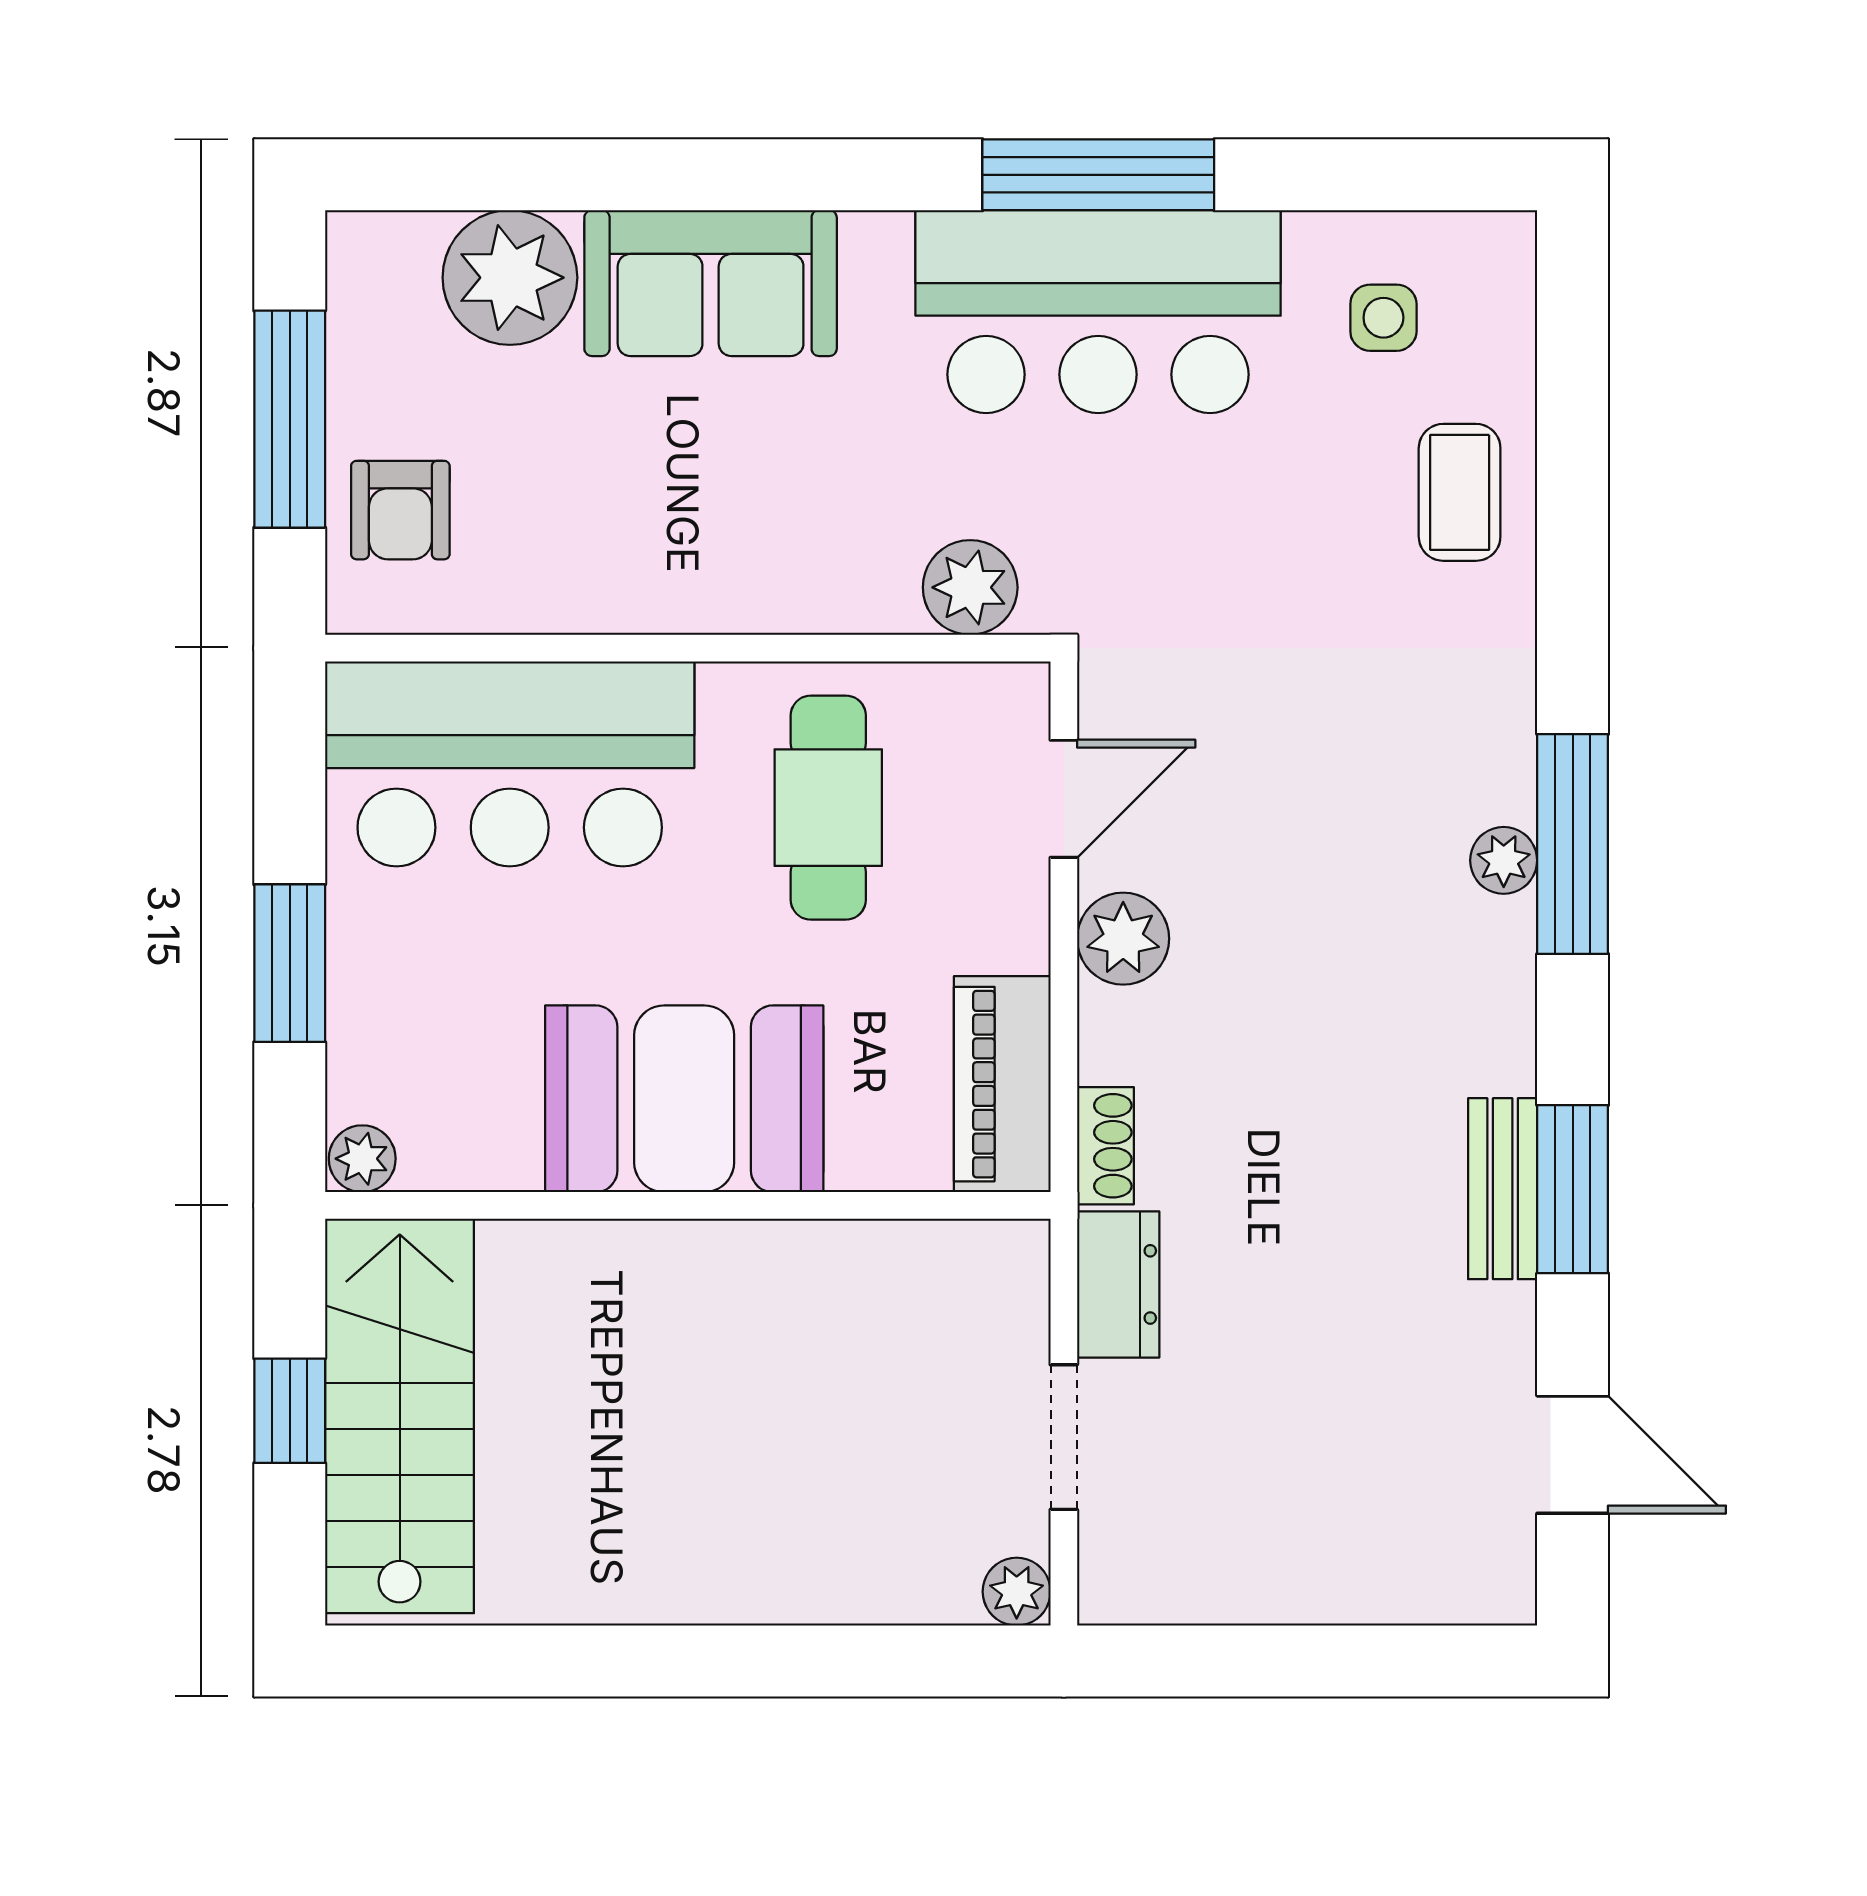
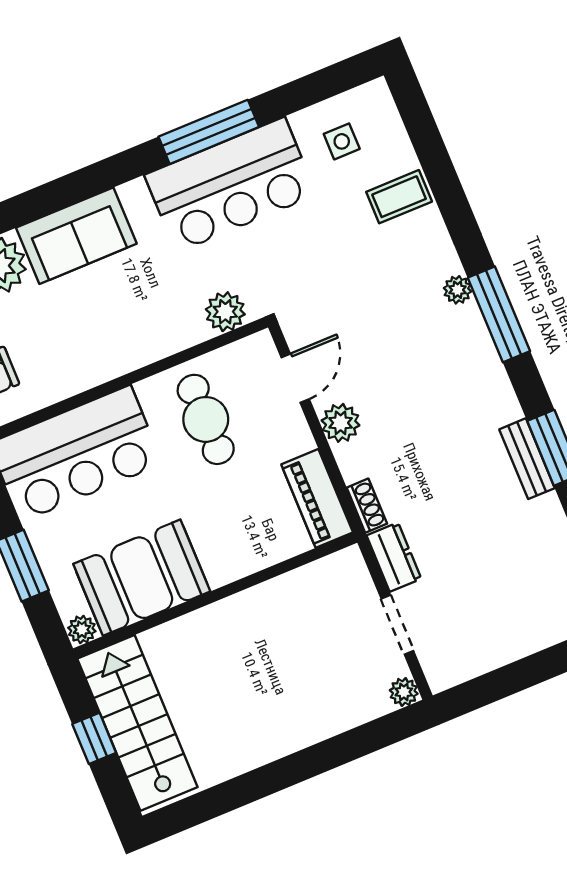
coffee table: (1460, 492) -> (399, 197), turned 90
plant: (1504, 860) -> (458, 290), moved
booth: (684, 1099) -> (142, 578), moved

